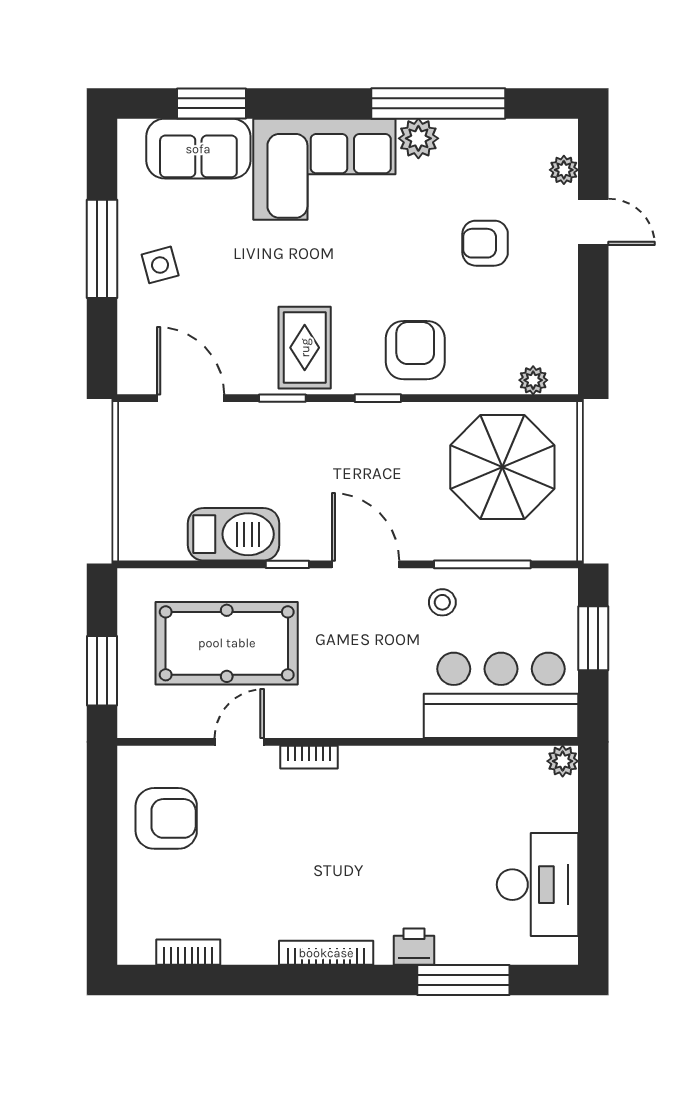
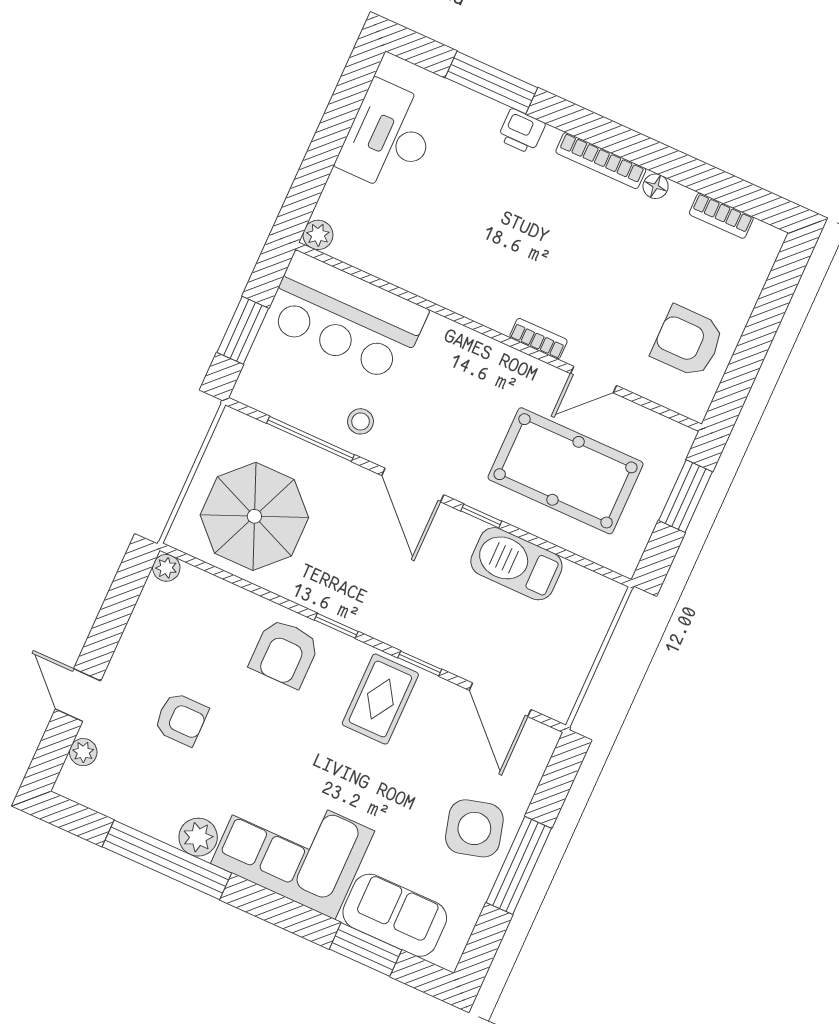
side table: (160, 265) -> (474, 828), width x1.87, depth x1.87
plant: (533, 380) -> (166, 568), moved
floor lamp: (263, 952) -> (656, 186), added

